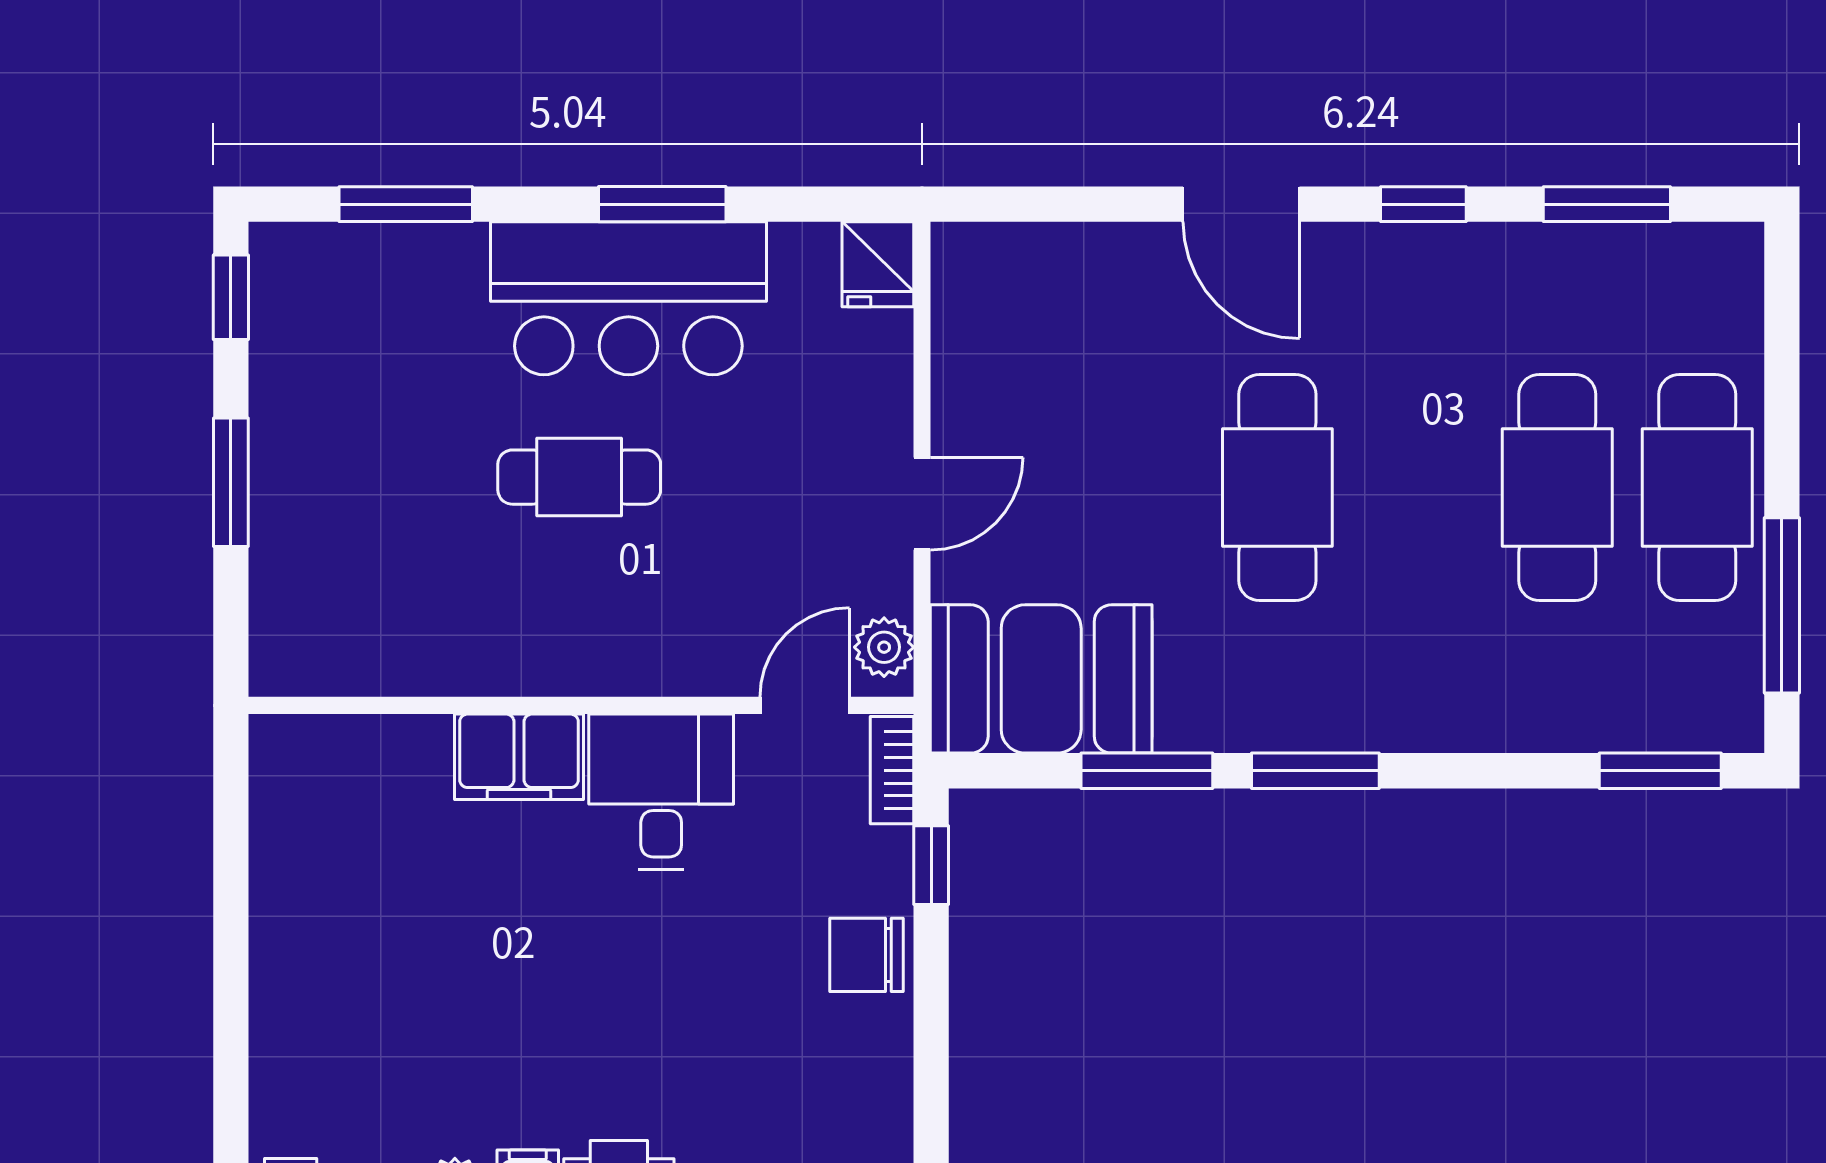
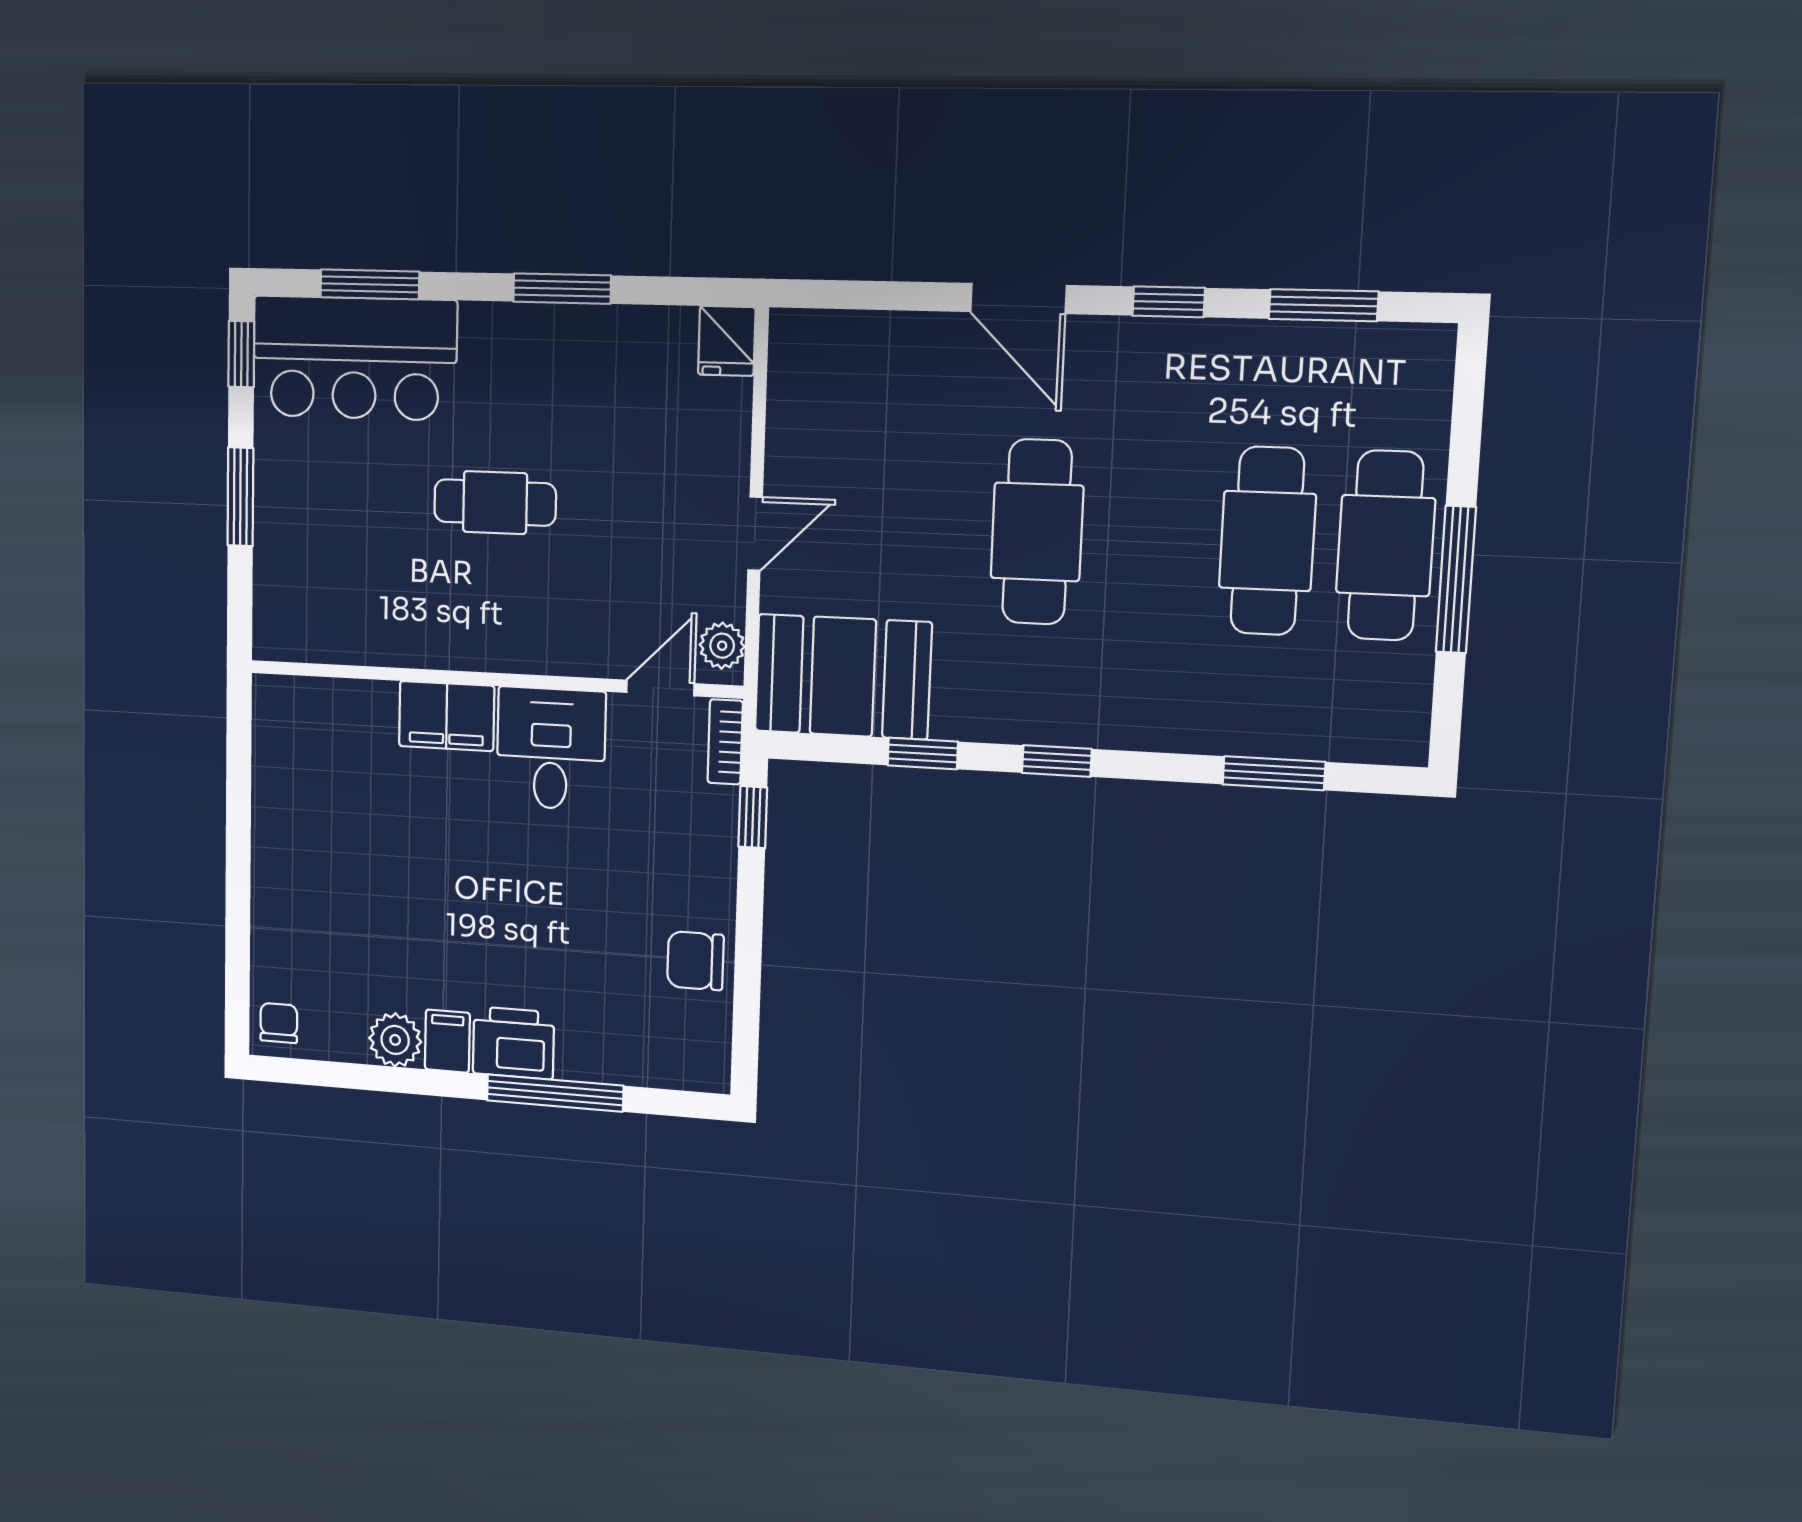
bar counter: (628, 298) -> (354, 358), moved
window: (1782, 605) -> (1456, 580), moved
window: (1147, 771) -> (923, 753), width x0.67
window: (1315, 771) -> (1057, 761), width x0.67
window: (1660, 771) -> (1274, 773), moved
chair: (866, 955) -> (695, 961), moved

